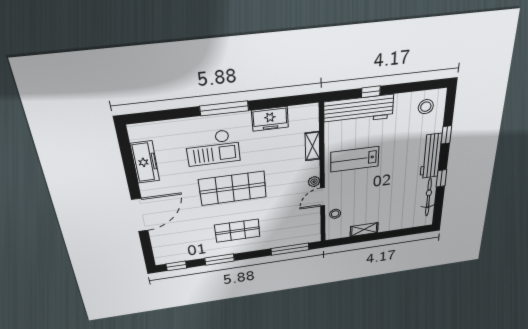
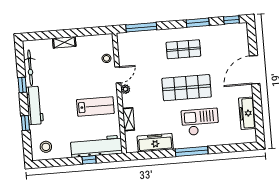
freezer: (270, 119) -> (155, 143), width x1.40
shelving: (364, 229) -> (64, 42), moved

